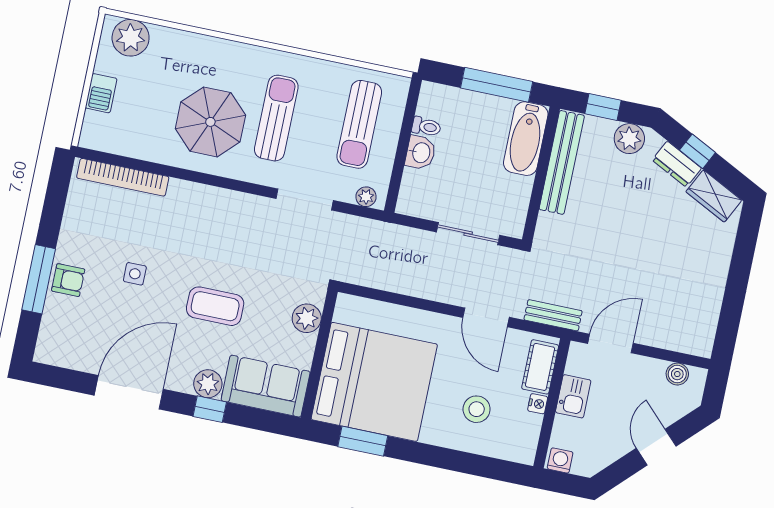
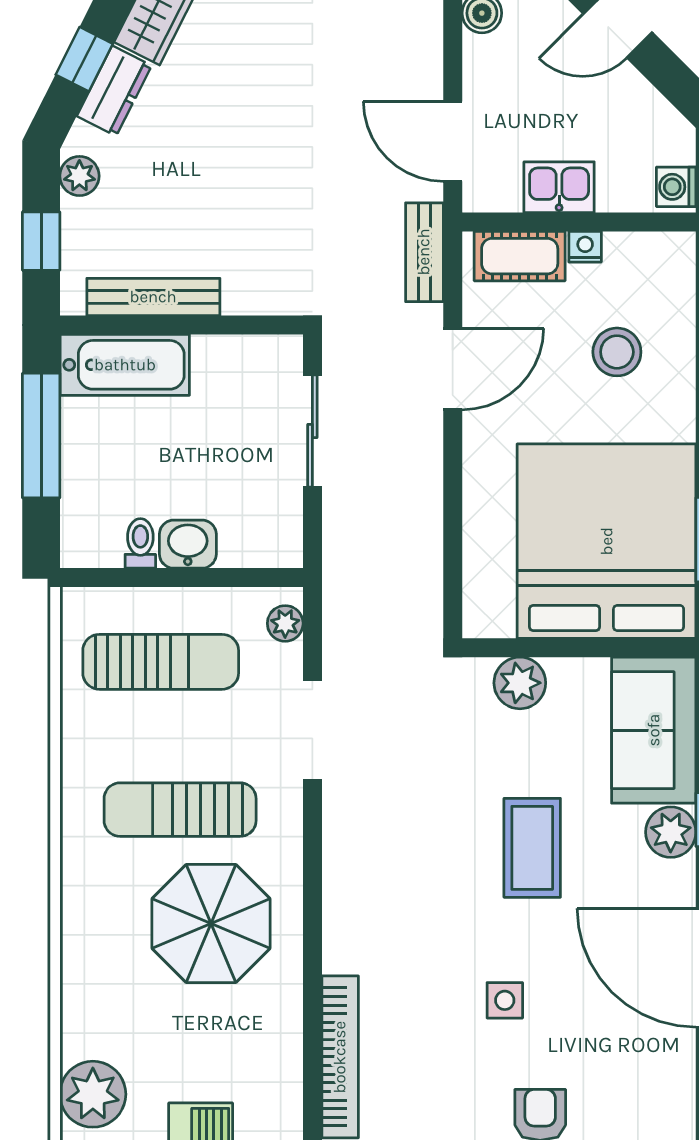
plant: (629, 139) -> (79, 176), width x0.73, depth x0.73
bench: (562, 162) -> (153, 297), width x0.73, depth x0.82

